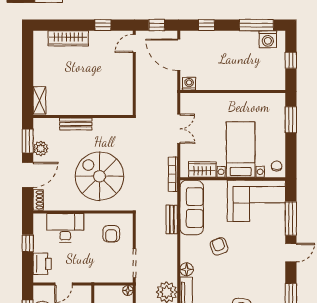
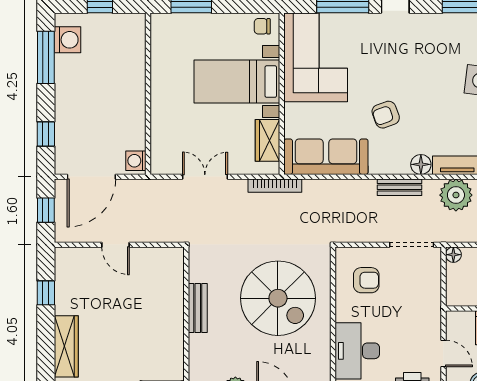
door: (134, 43) -> (116, 245), moved
bench: (76, 124) -> (198, 308), moved
spiral stairs: (99, 176) -> (278, 298), turned -90
bench: (172, 219) -> (399, 187), moved

